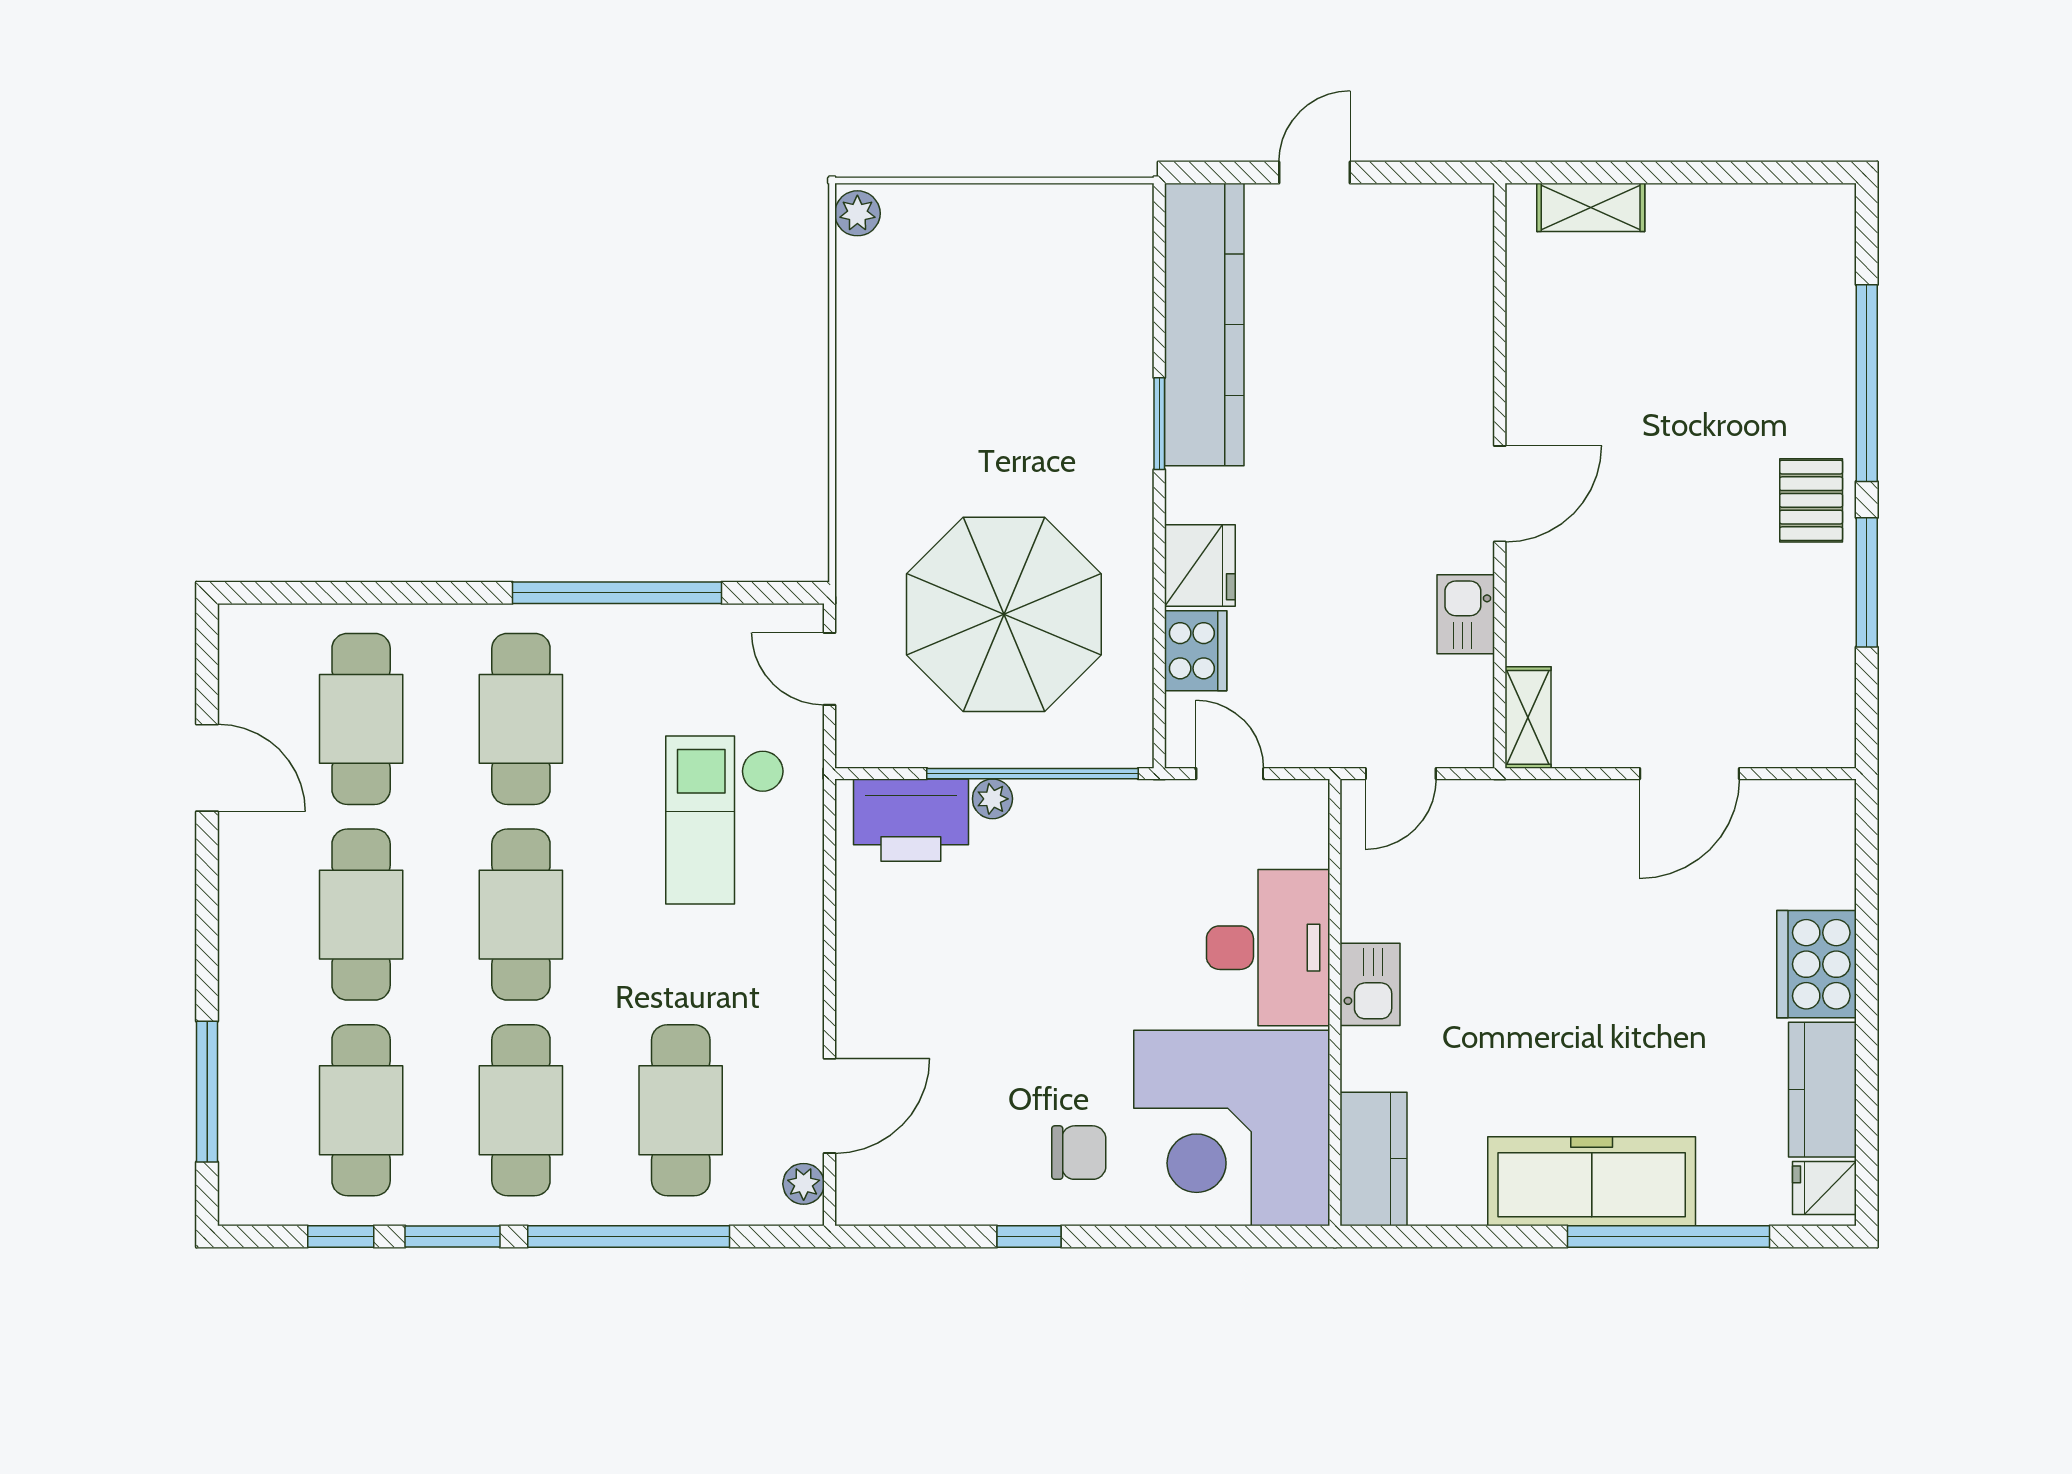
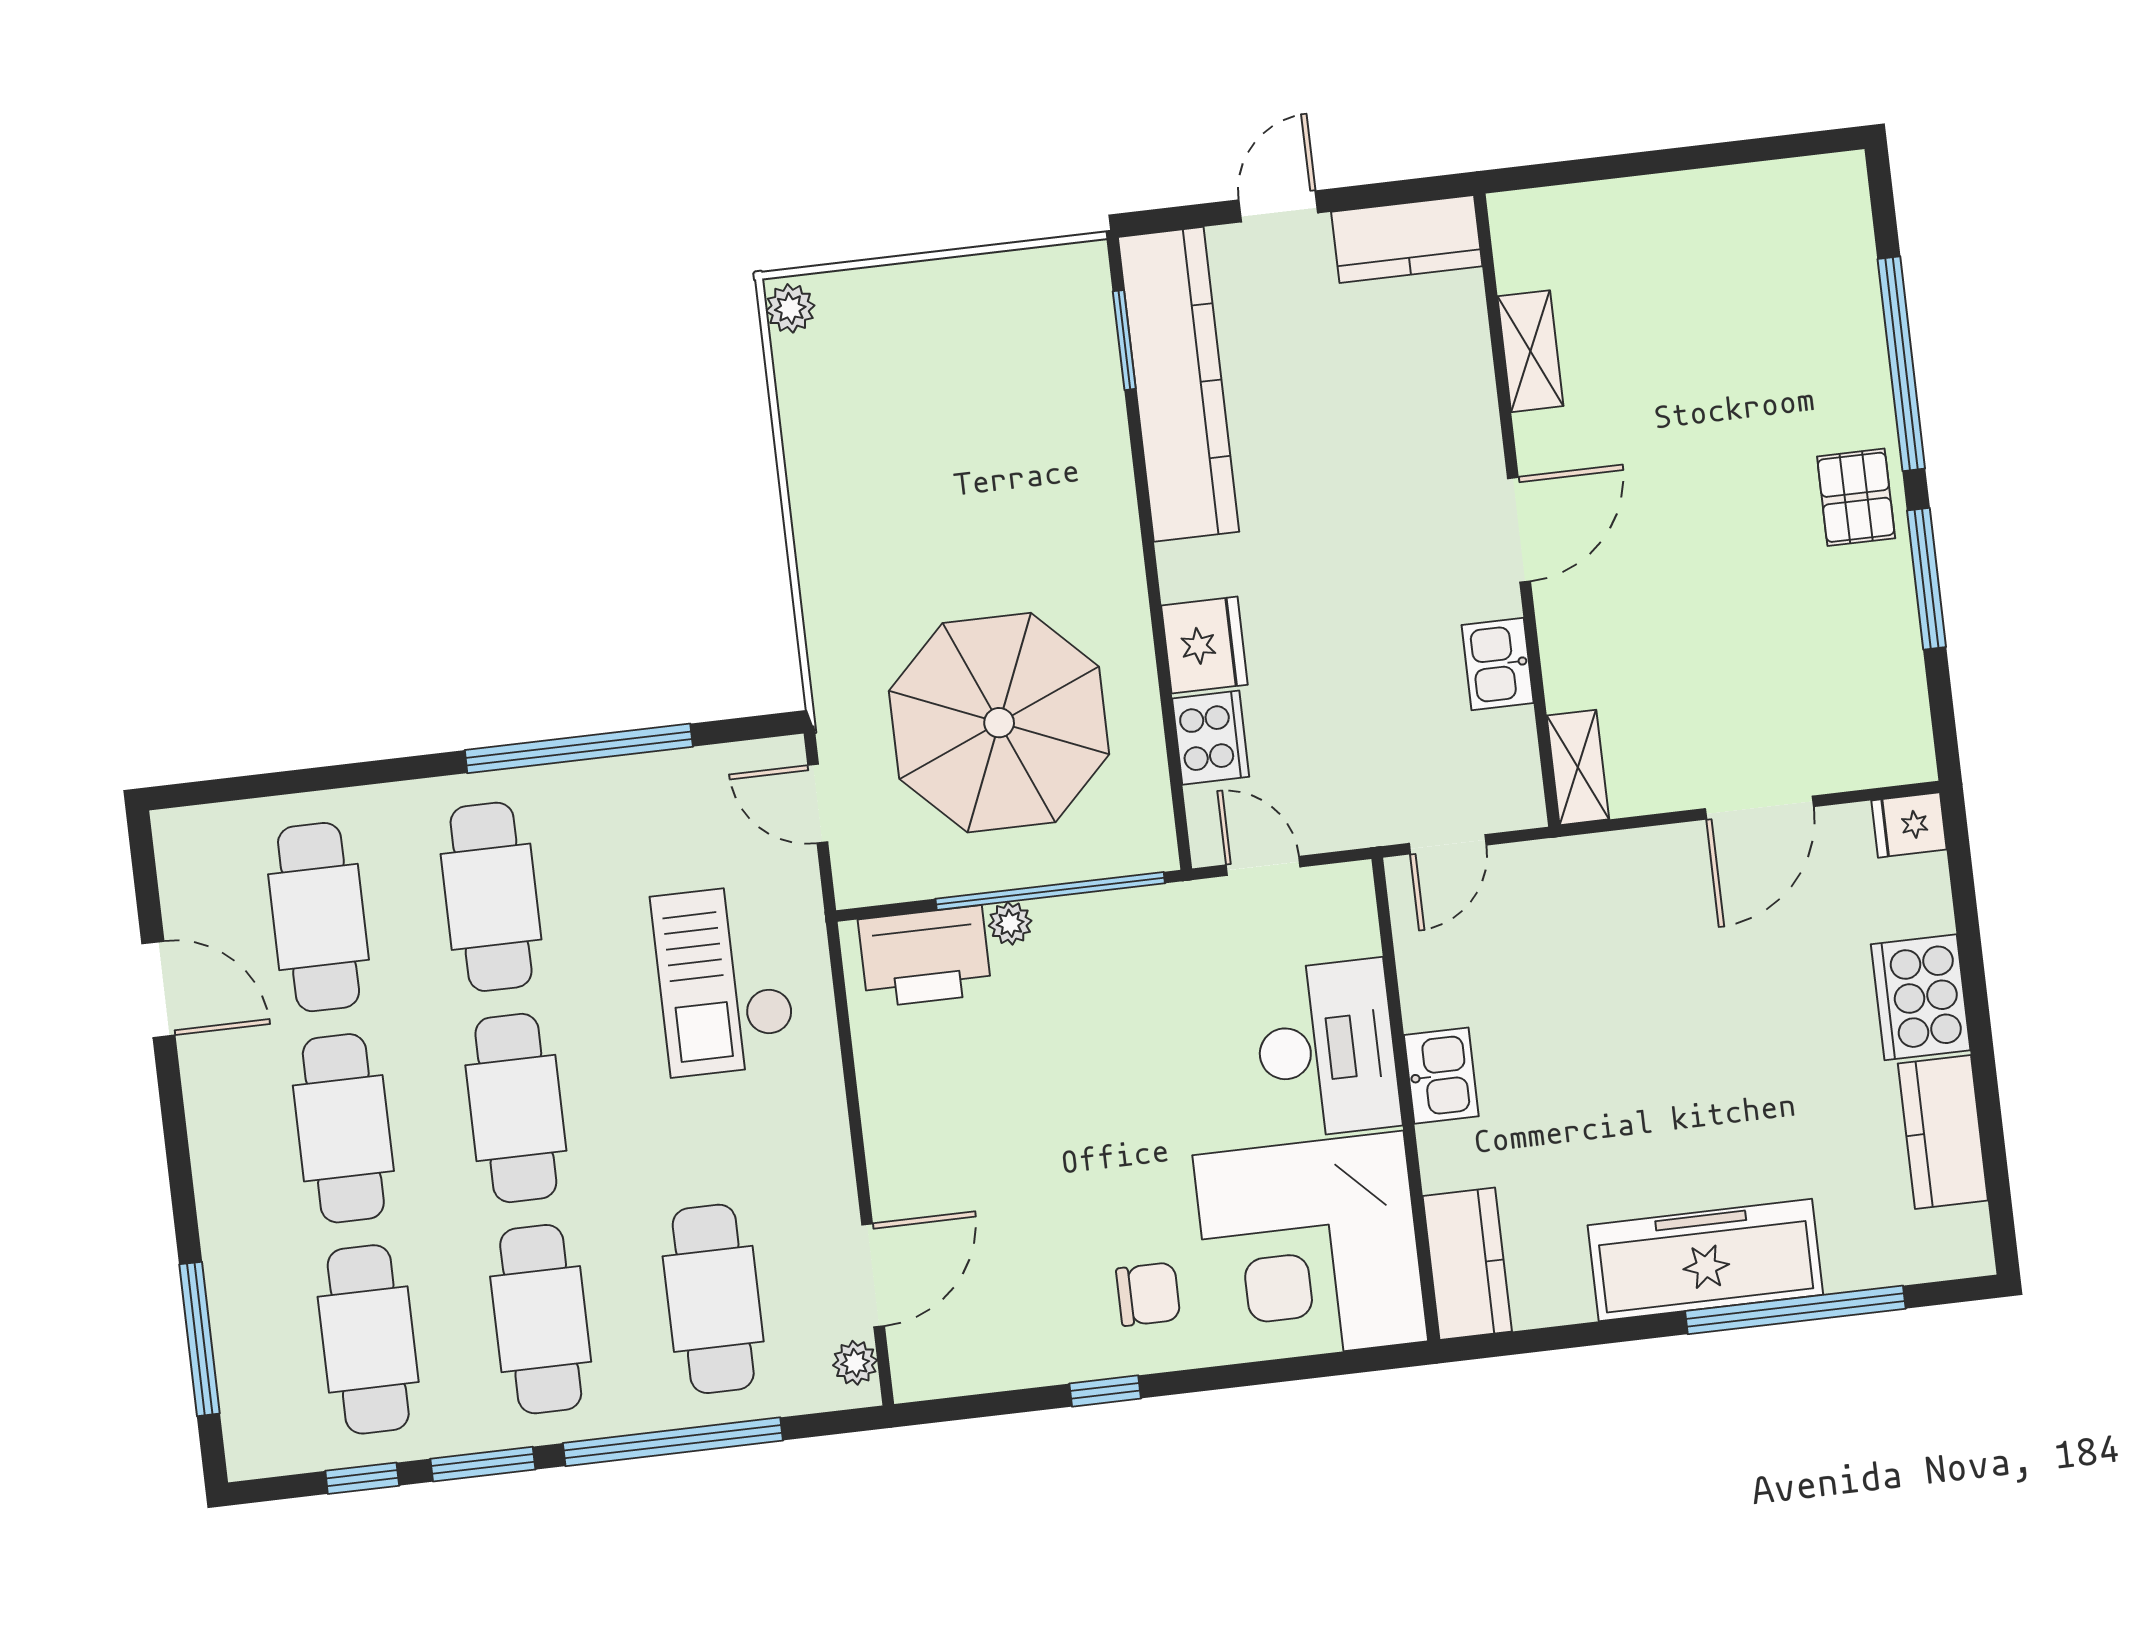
shelving: (1591, 207) -> (1530, 351), moved, turned 90
kitchen counter: (1428, 216) -> (1407, 239), added
window: (1159, 424) -> (1124, 340), moved
fridge: (1824, 1188) -> (1909, 825), moved

